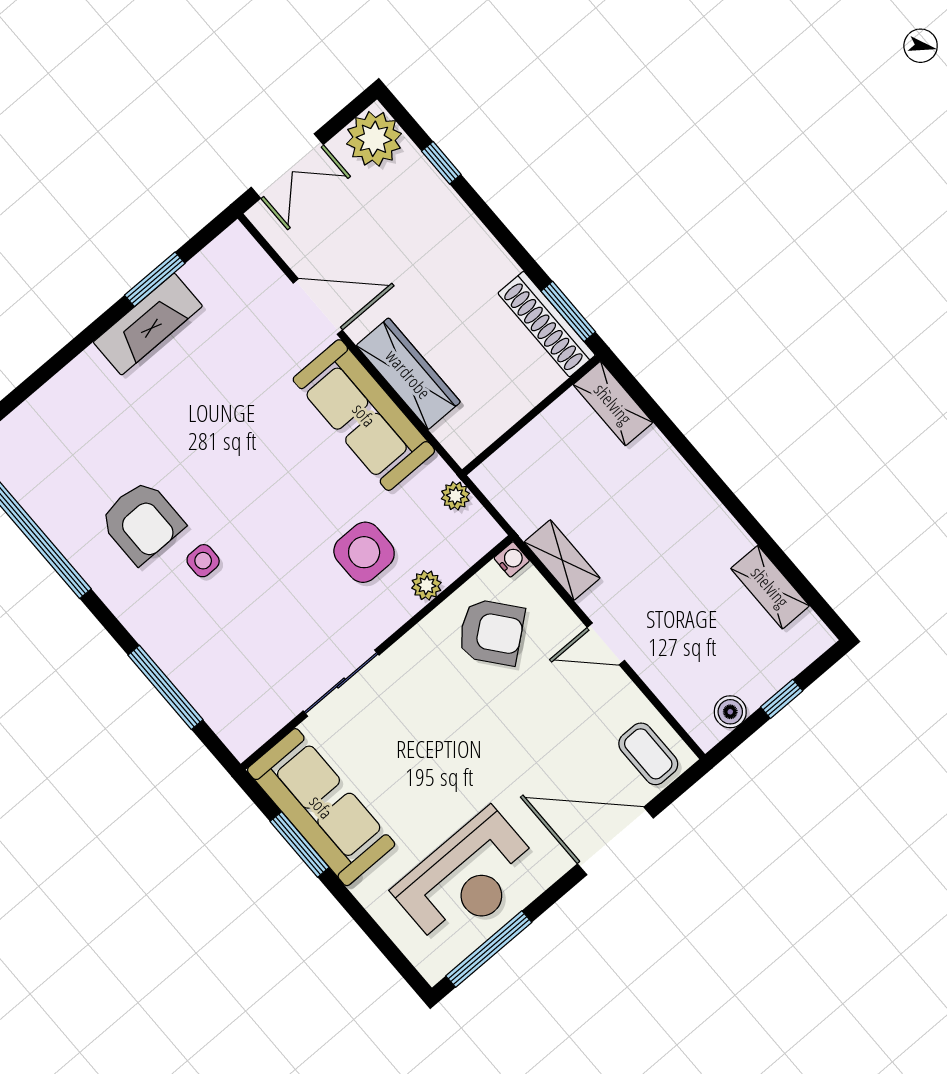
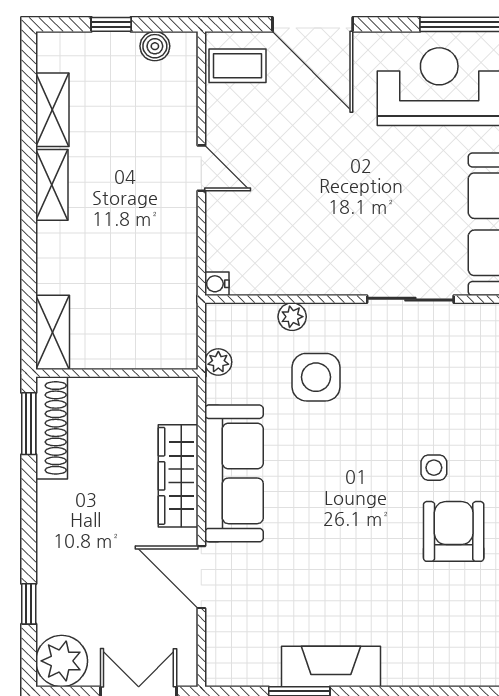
shelving: (562, 560) -> (52, 185), moved
armchair: (491, 632) -> (275, 245), removed
coffee table: (648, 754) -> (238, 66), turned 90

